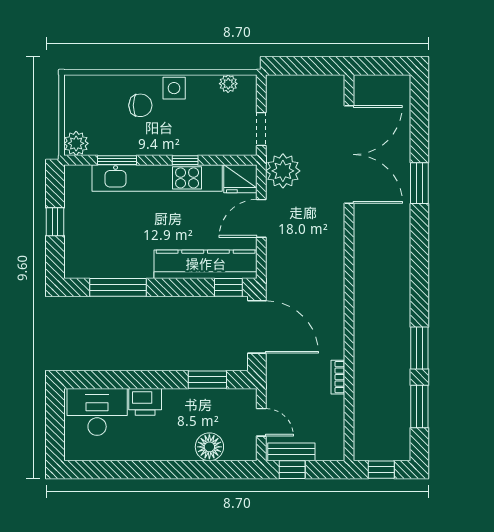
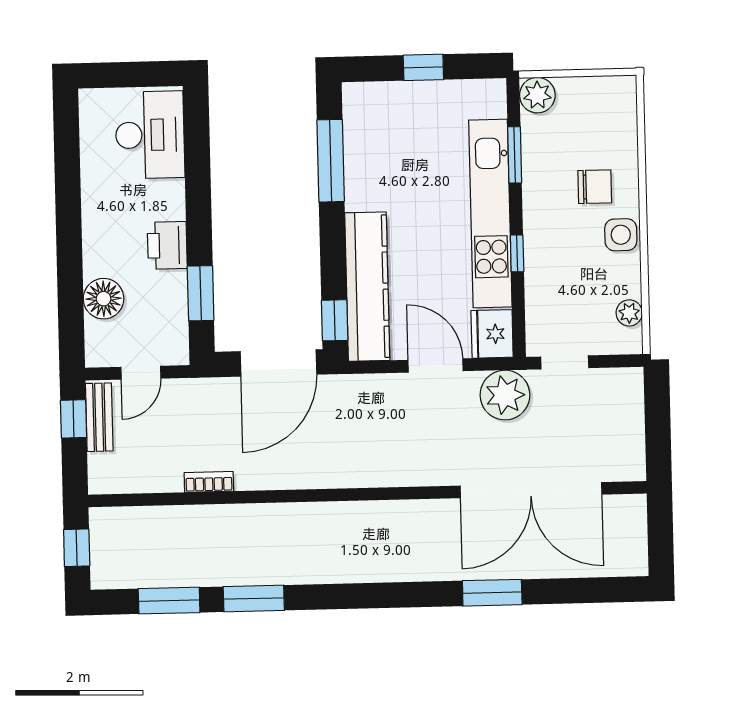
chair: (140, 105) -> (595, 187), turned -90
printer: (145, 402) -> (167, 245), moved

